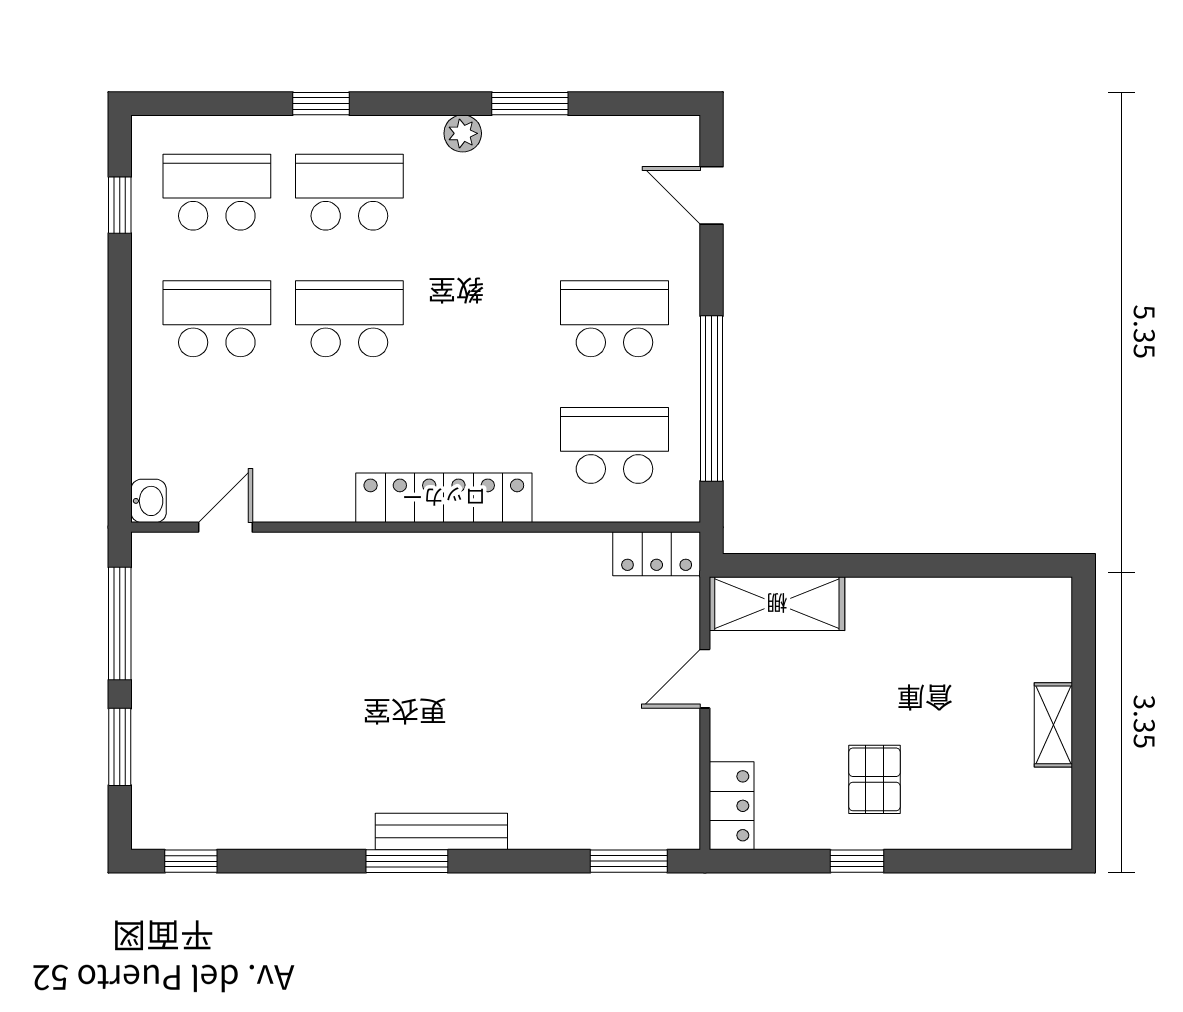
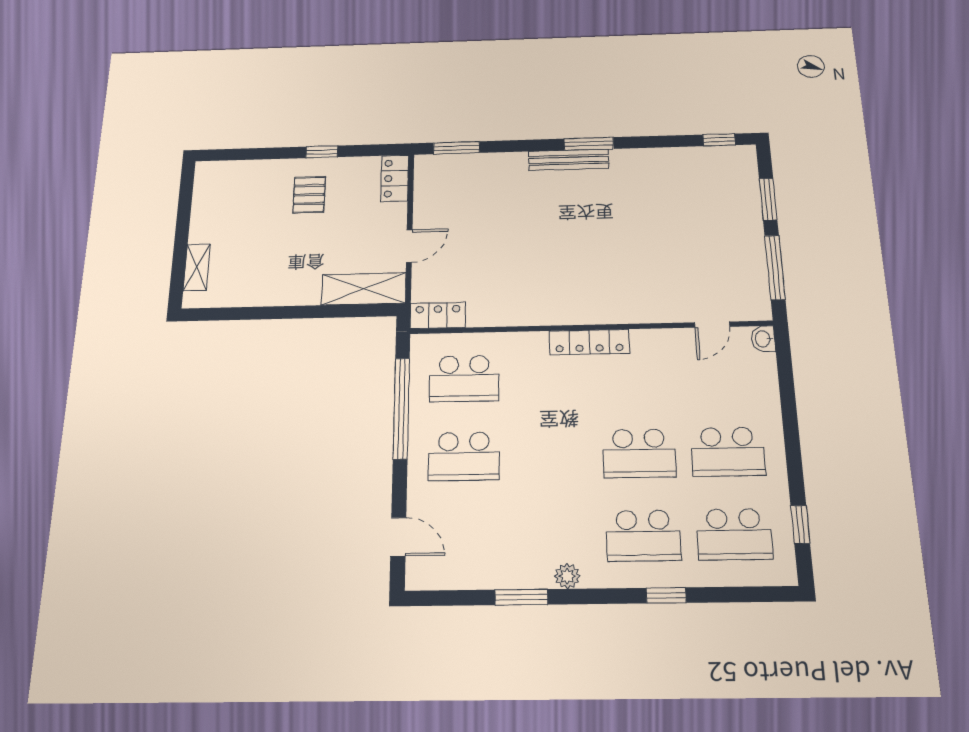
locker: (444, 498) -> (589, 342), width x0.71, depth x0.83
shelving: (1053, 725) -> (197, 267), moved

